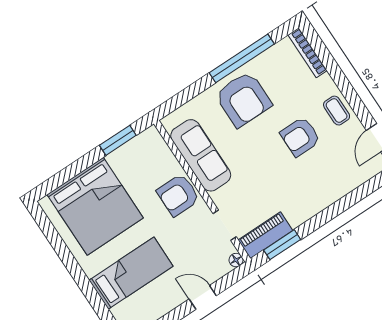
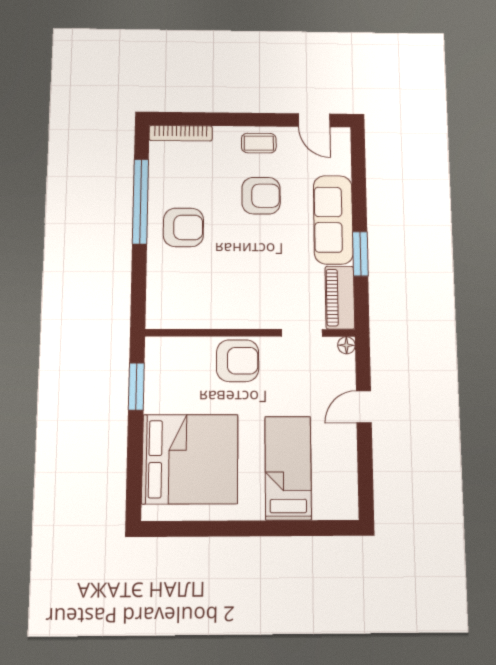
armchair: (243, 99) -> (183, 227), width x0.73, depth x0.73
armchair: (300, 137) -> (261, 196), turned -90
sofa: (201, 155) -> (333, 220), moved, turned -90
armchair: (178, 195) -> (238, 361), turned -90
window: (282, 245) -> (360, 254), moved

